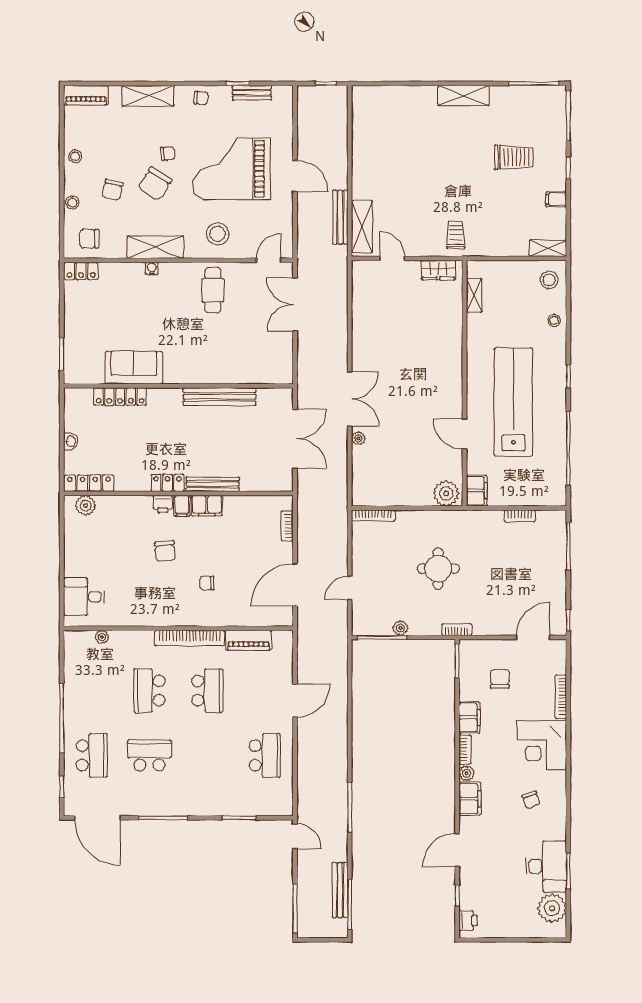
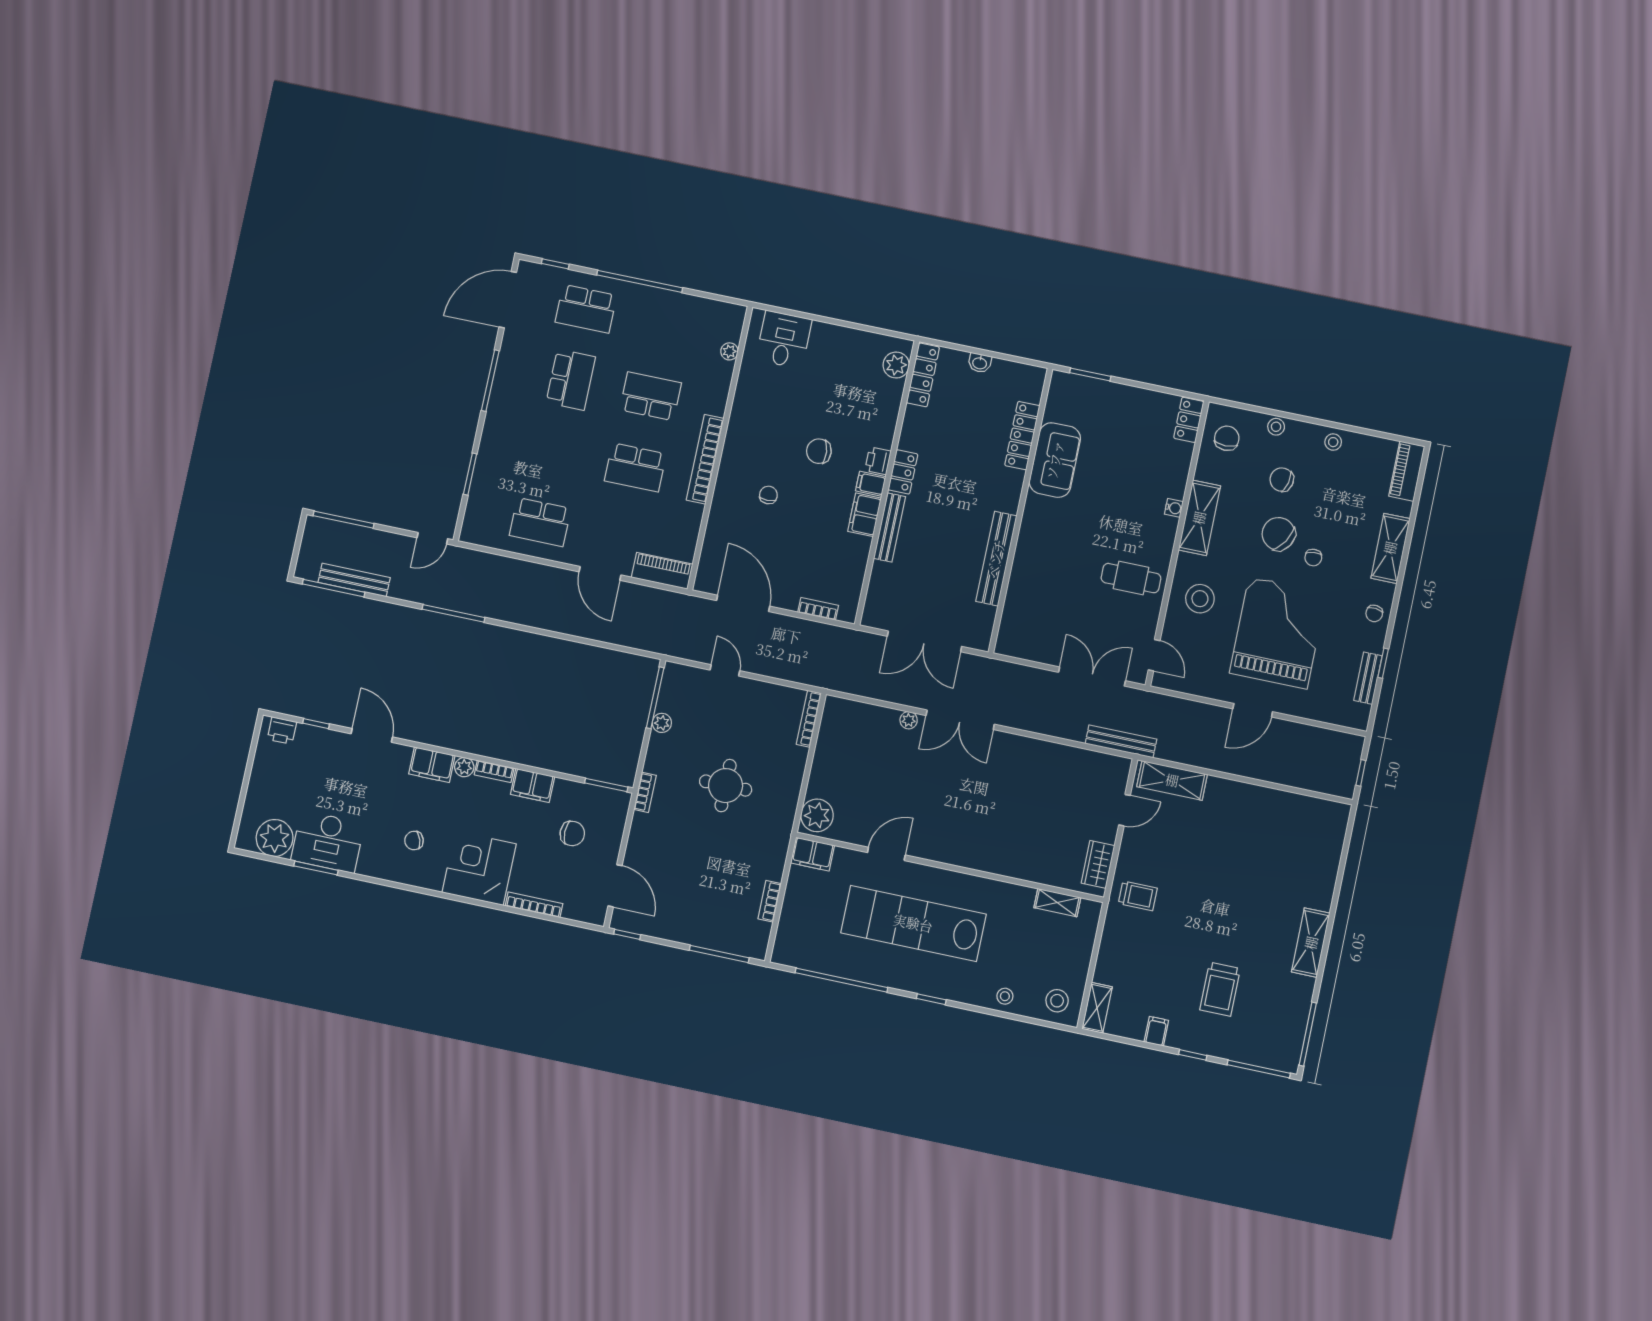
bench: (340, 217) -> (1121, 741), moved
lab bench: (513, 402) -> (913, 923), turned 180
piano: (249, 640) -> (662, 571), moved, turned 90

